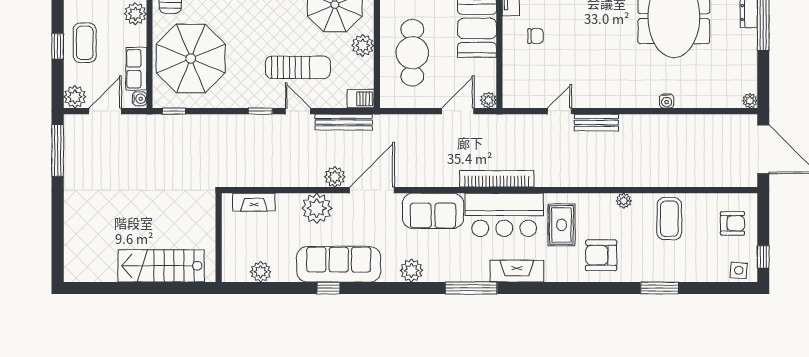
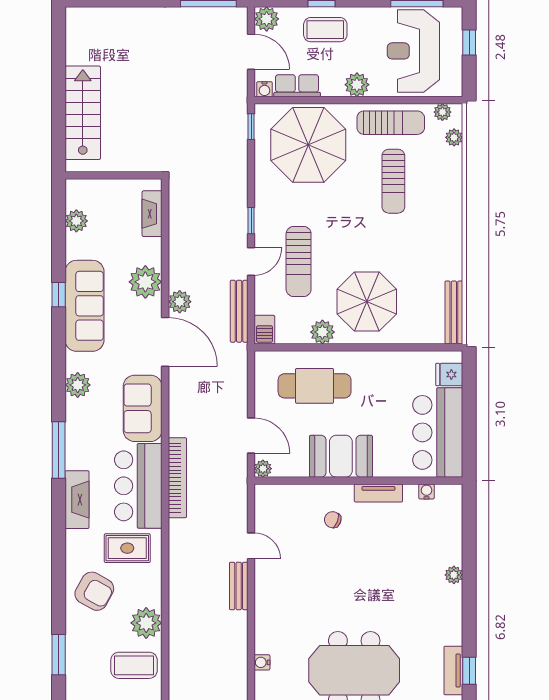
chair: (535, 36) -> (333, 520), turned 110
plant: (624, 201) -> (146, 623), width x1.88, depth x1.88
armchair: (601, 255) -> (94, 591), turned 119

